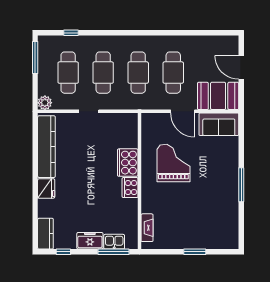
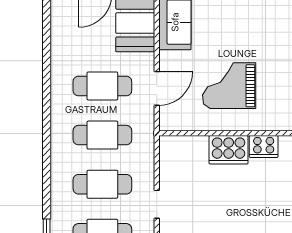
door: (183, 111) -> (157, 88), moved

